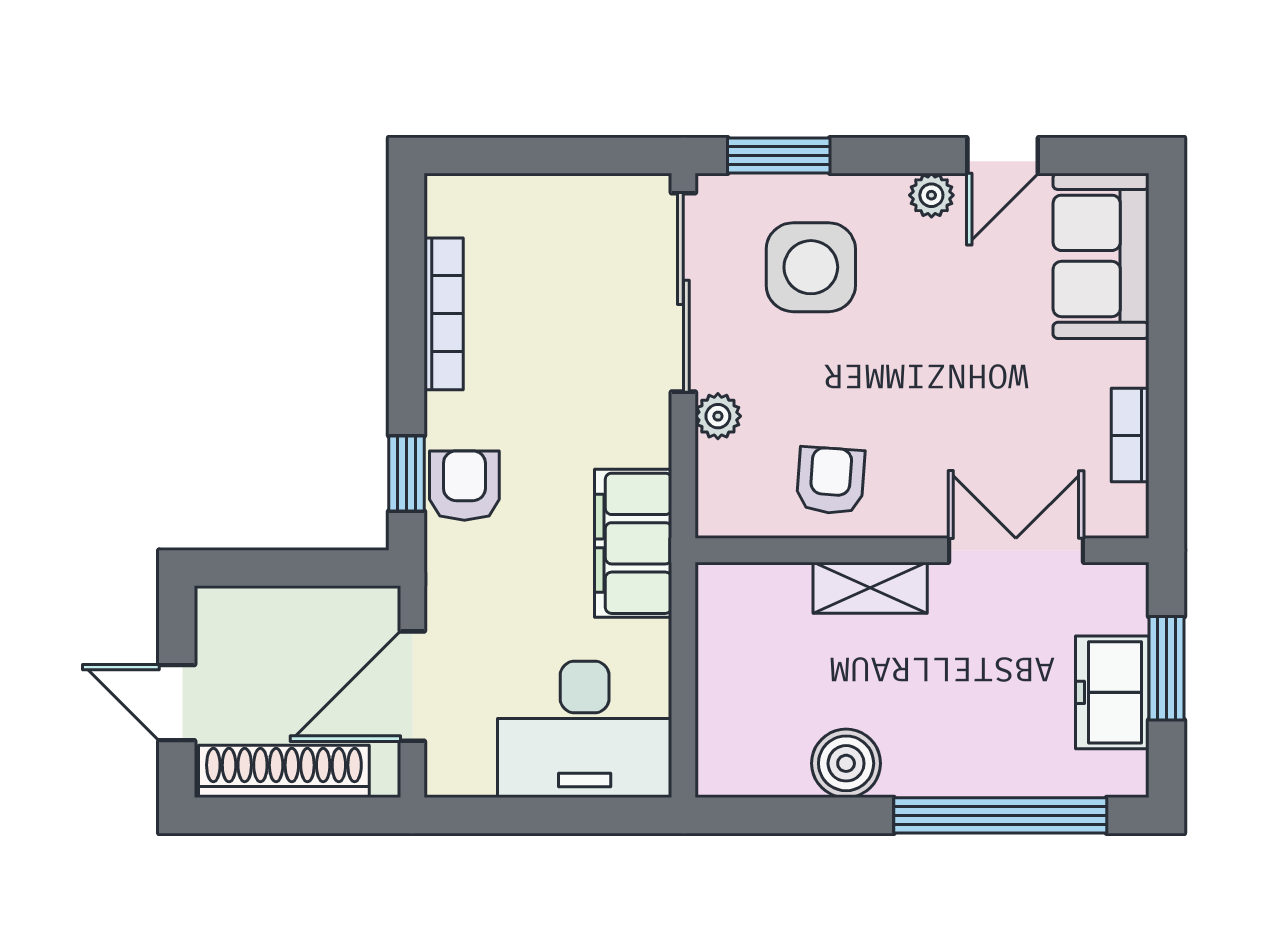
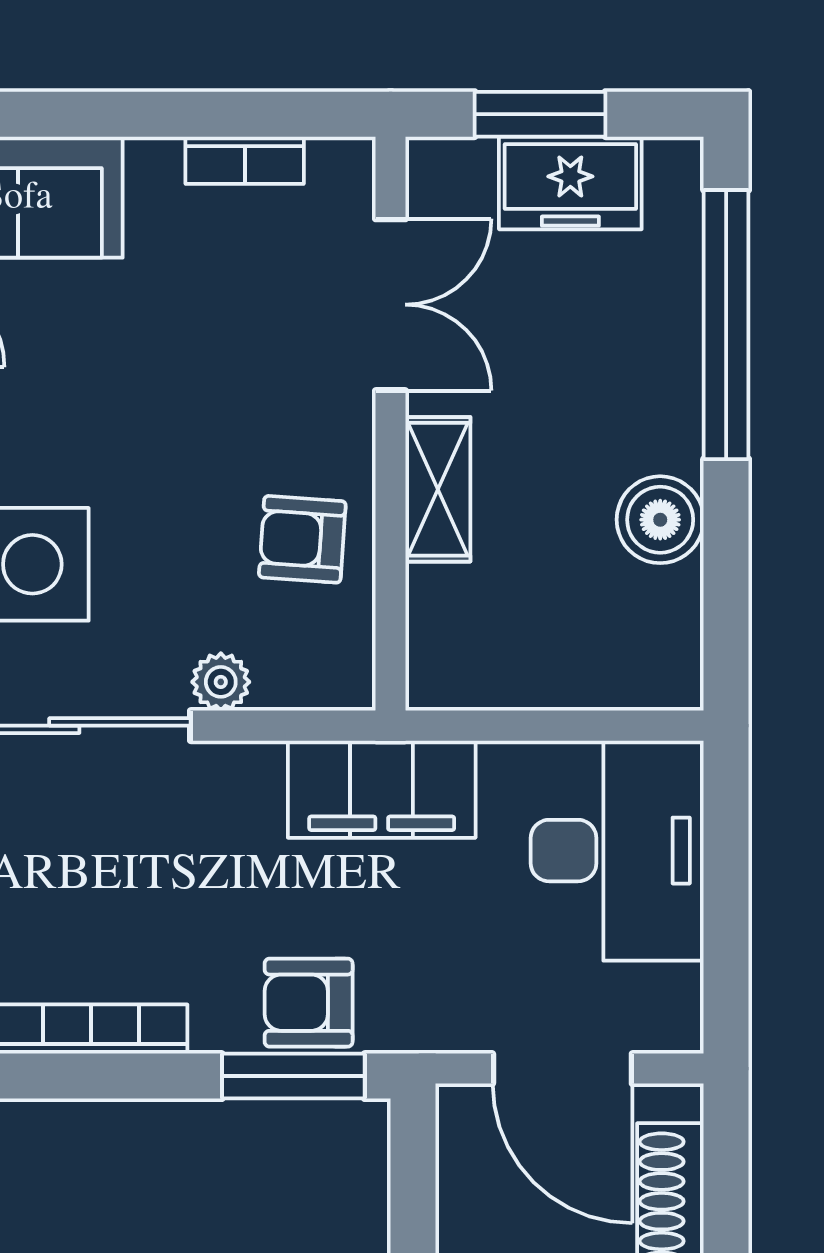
window: (406, 473) -> (293, 1076), width x1.50
double door: (1016, 550) -> (391, 305), swing flipped

